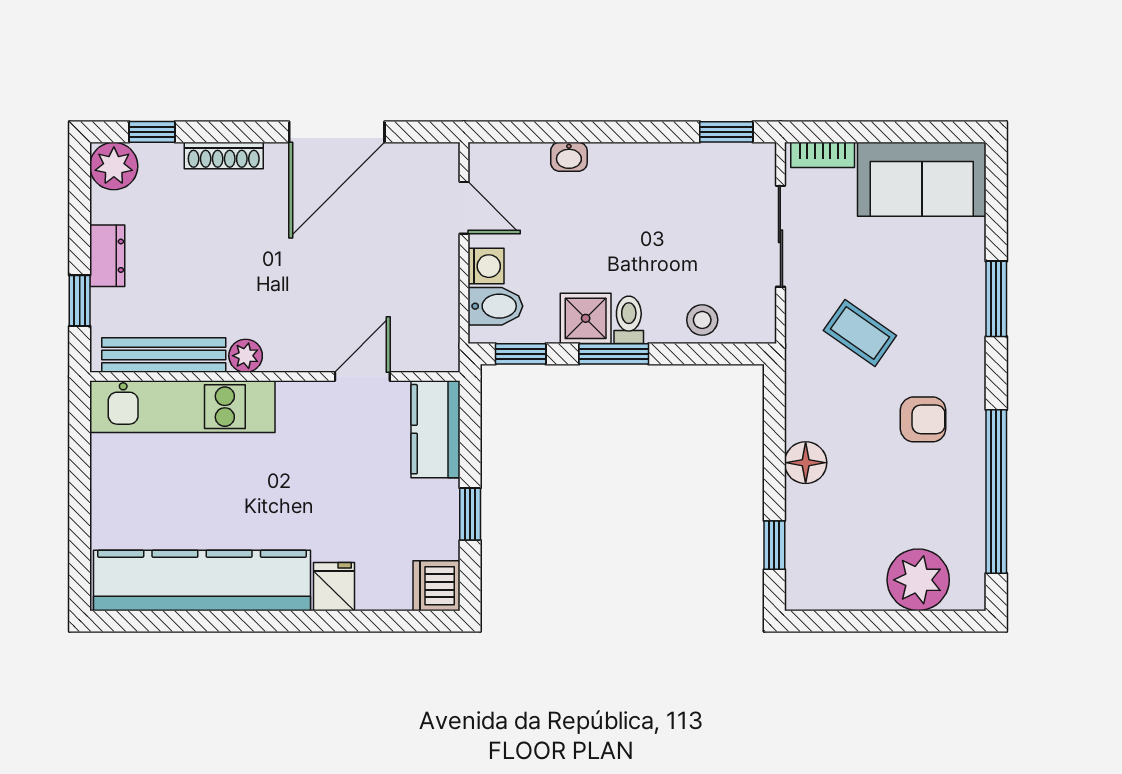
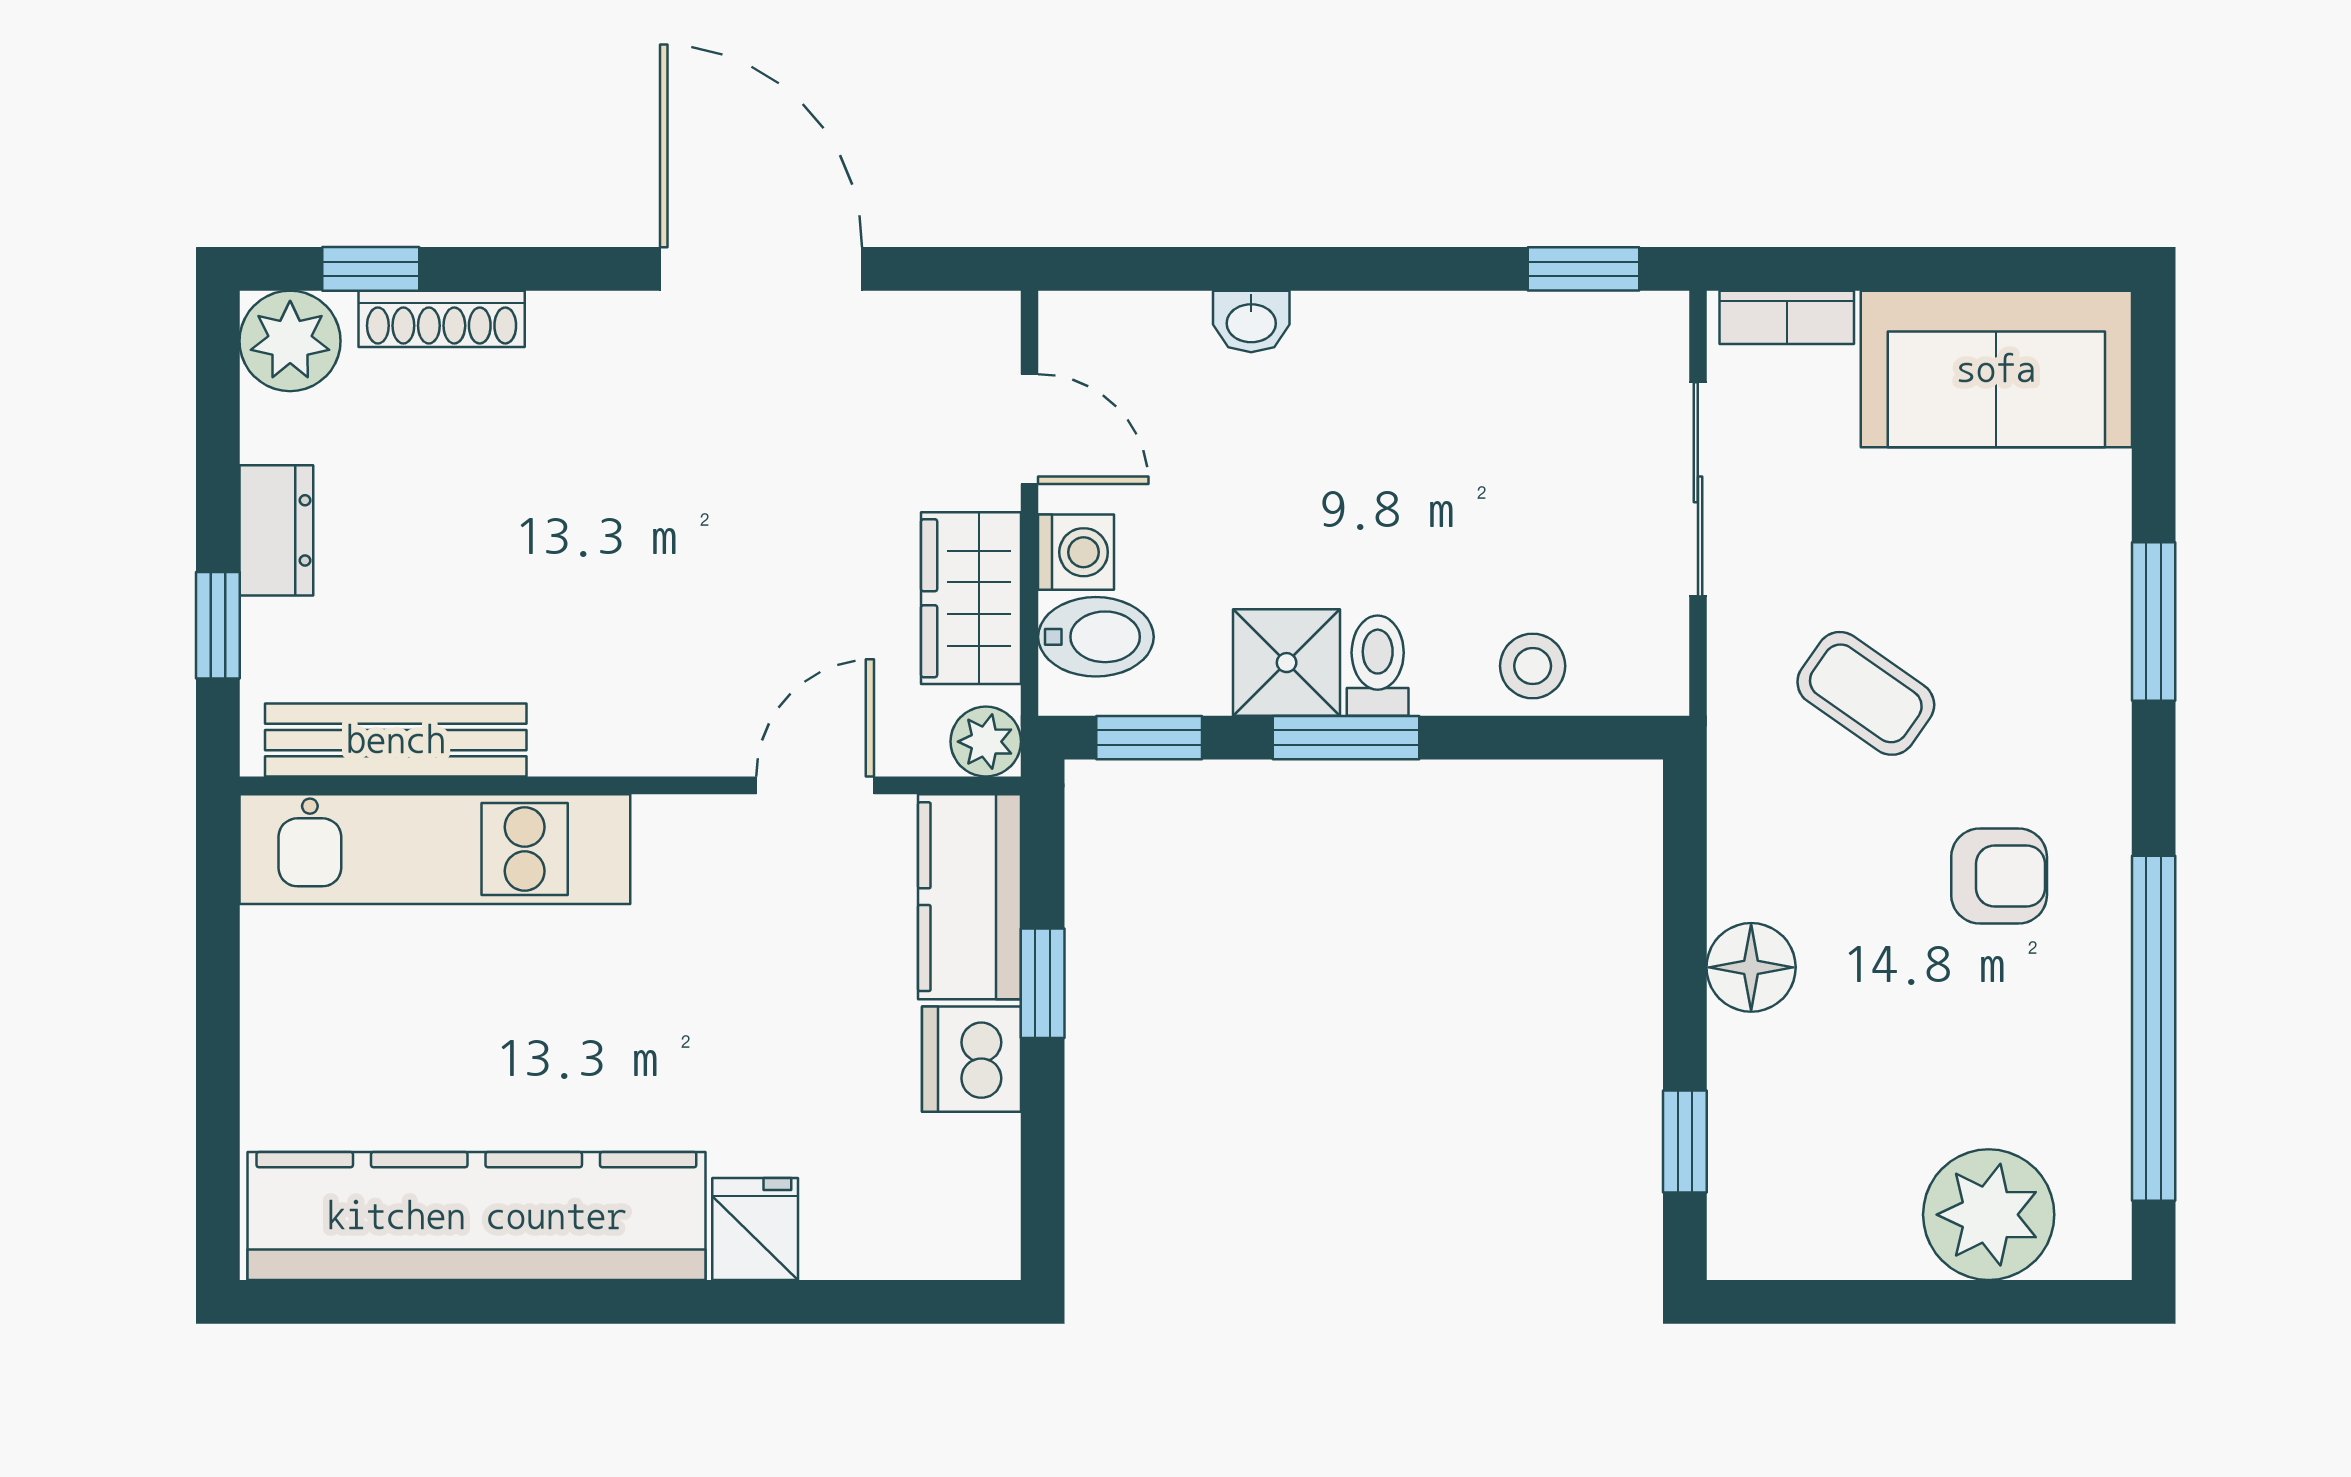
door: (337, 132) -> (761, 269), swing flipped
shoe rack: (224, 156) -> (442, 319), moved
wardrobe: (436, 288) -> (971, 598), added
plant: (246, 356) -> (986, 742), moved
window: (470, 514) -> (1043, 983), moved
dishwasher: (436, 586) -> (971, 1059), moved

